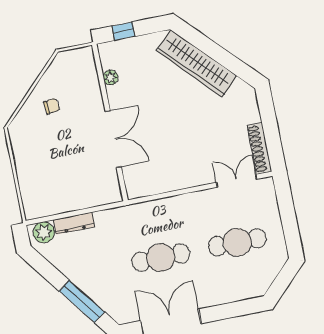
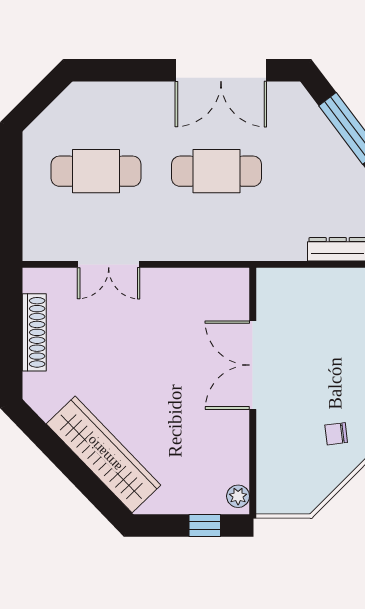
plant: (111, 77) -> (238, 496), moved
shoe rack: (259, 149) -> (34, 332), moved
double door: (237, 181) -> (109, 264), moved

